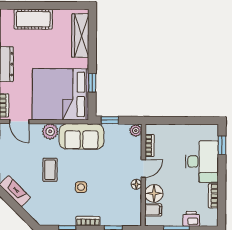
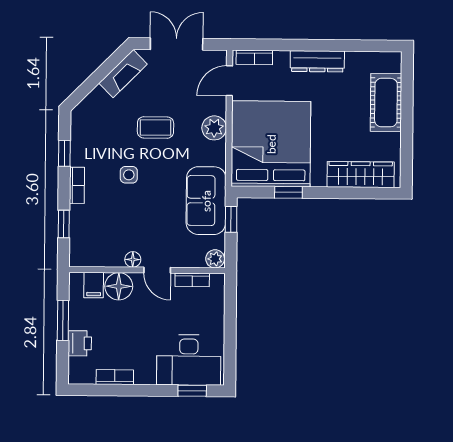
sofa: (82, 136) -> (206, 201), moved
desk: (202, 162) -> (189, 360), moved

